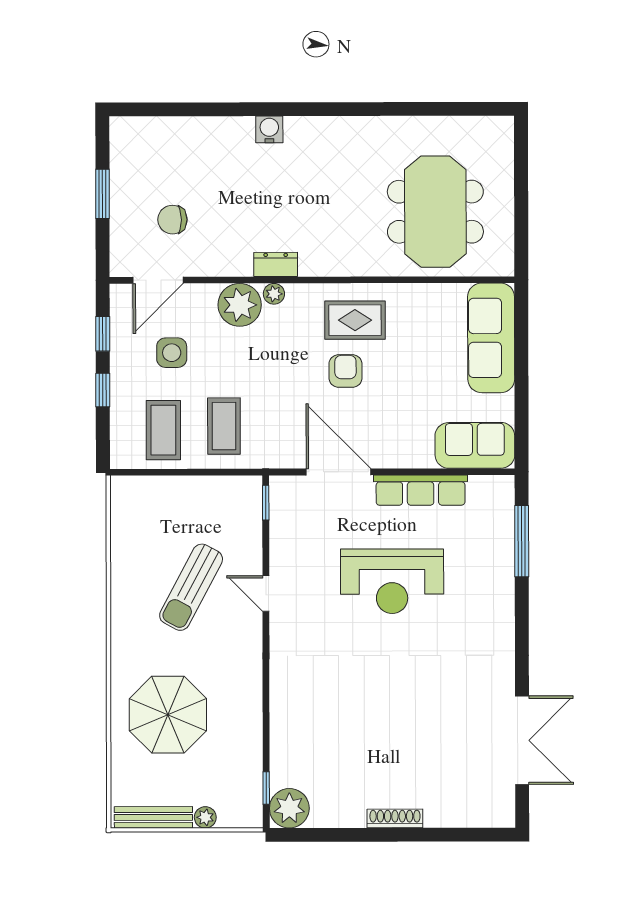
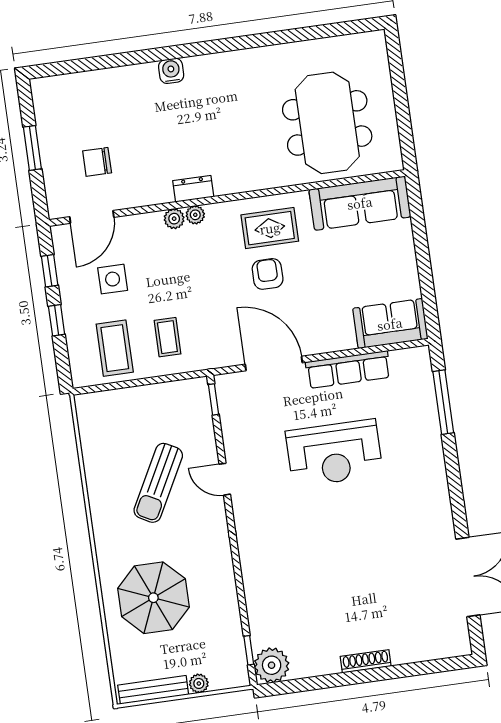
plant: (240, 305) -> (174, 219), width x0.53, depth x0.53
sofa: (491, 338) -> (360, 203), moved, turned -90
coffee table: (224, 426) -> (167, 337), width x0.73, depth x0.77

